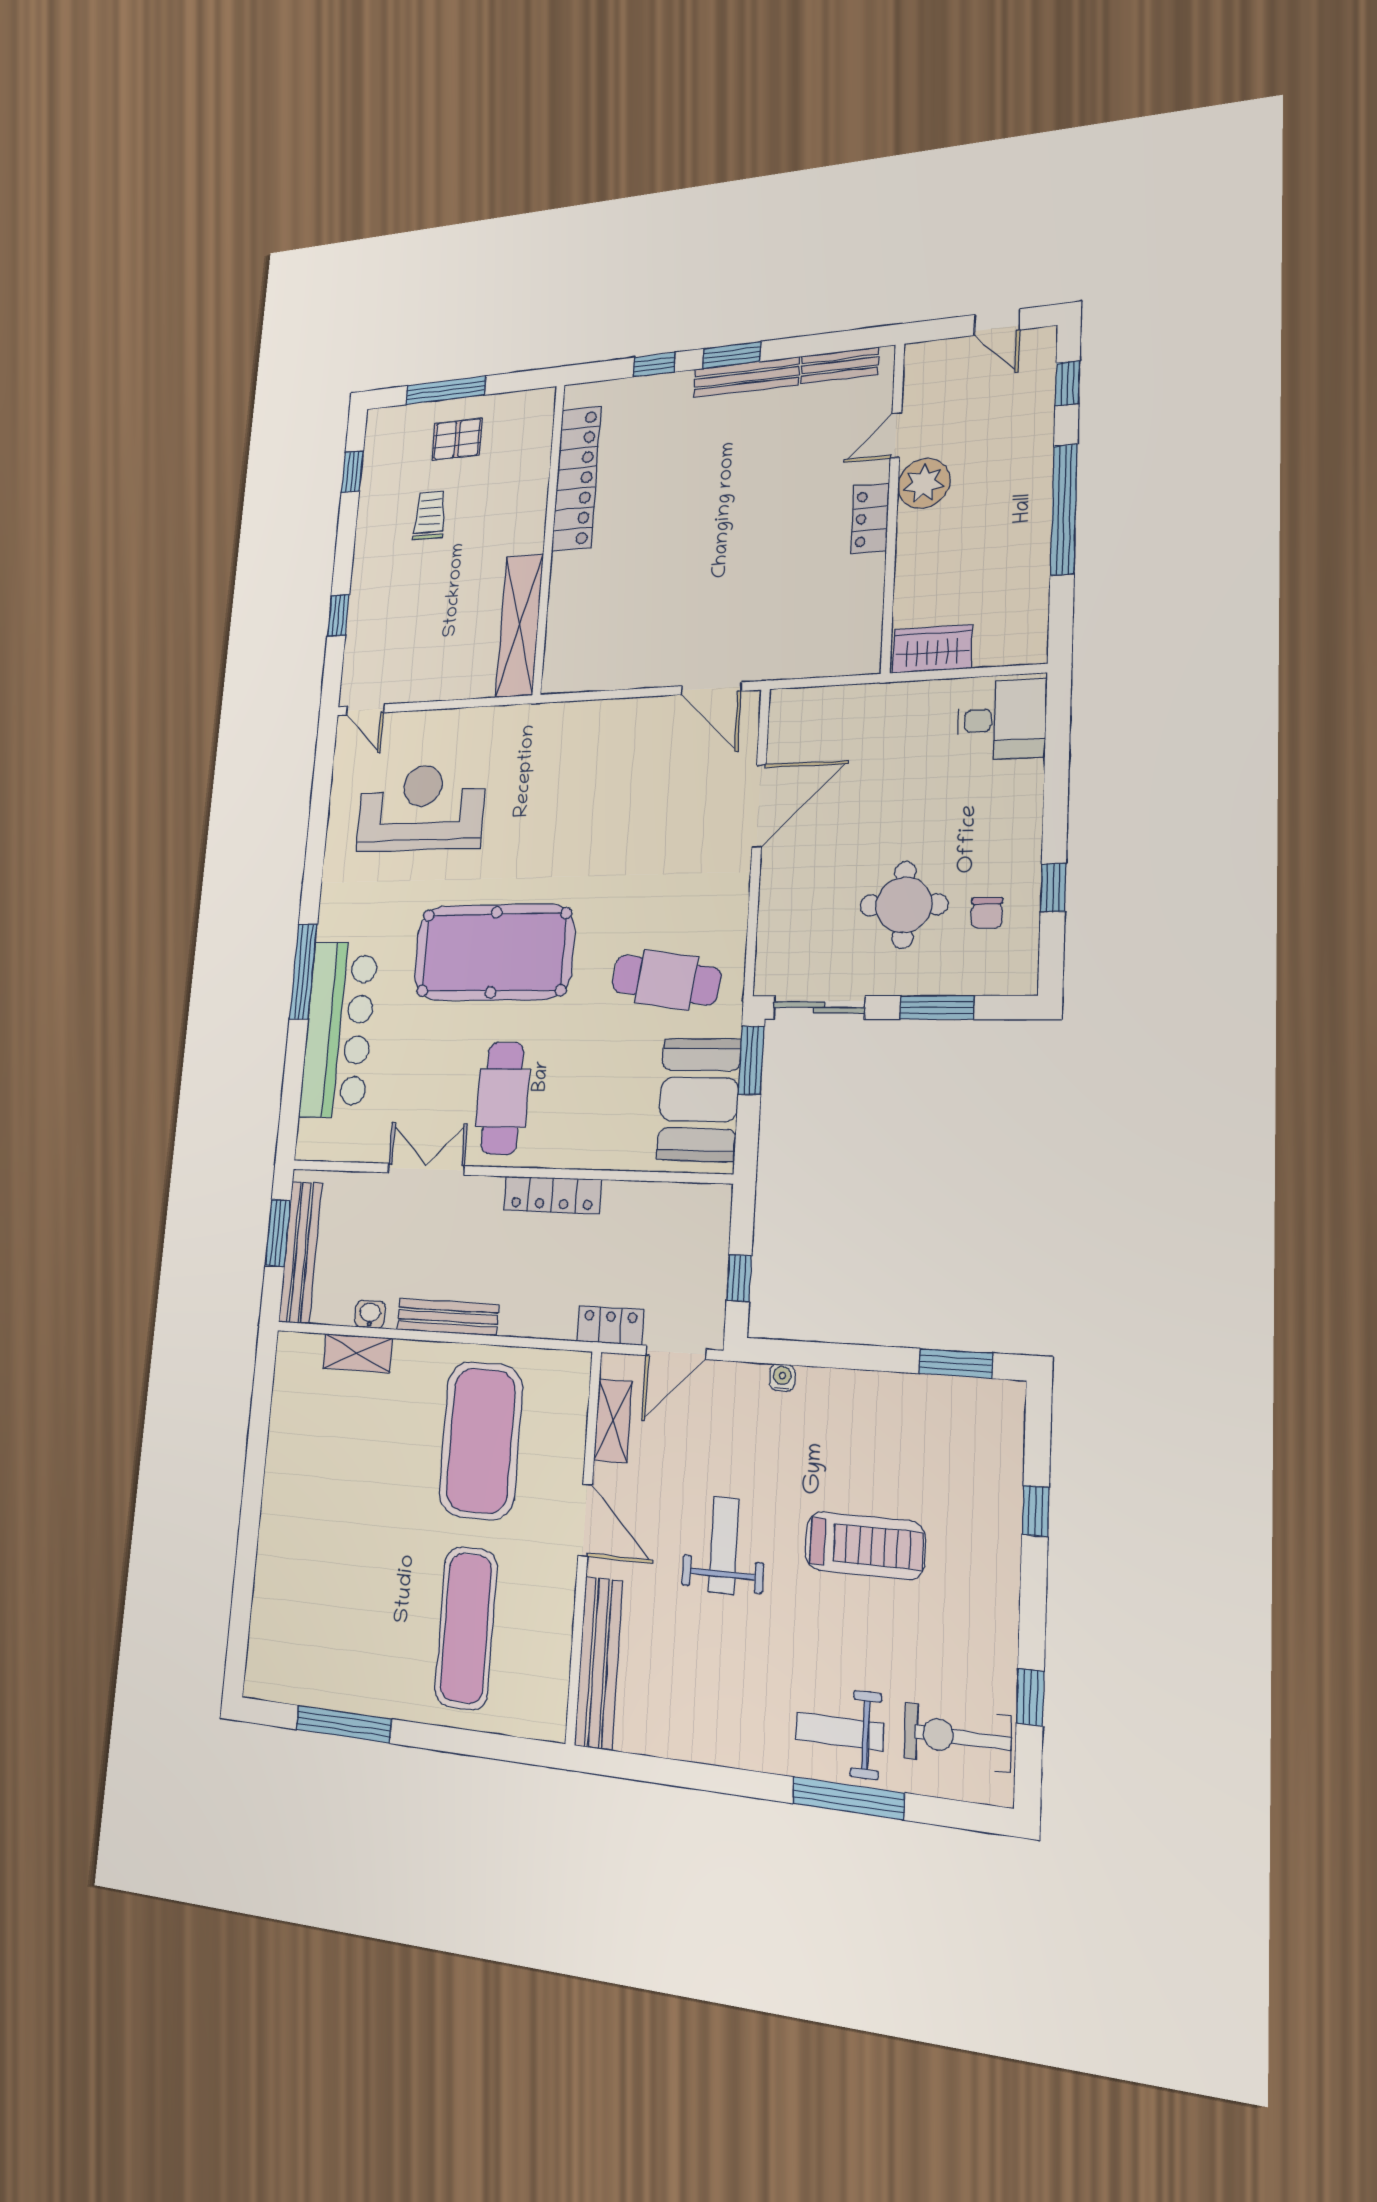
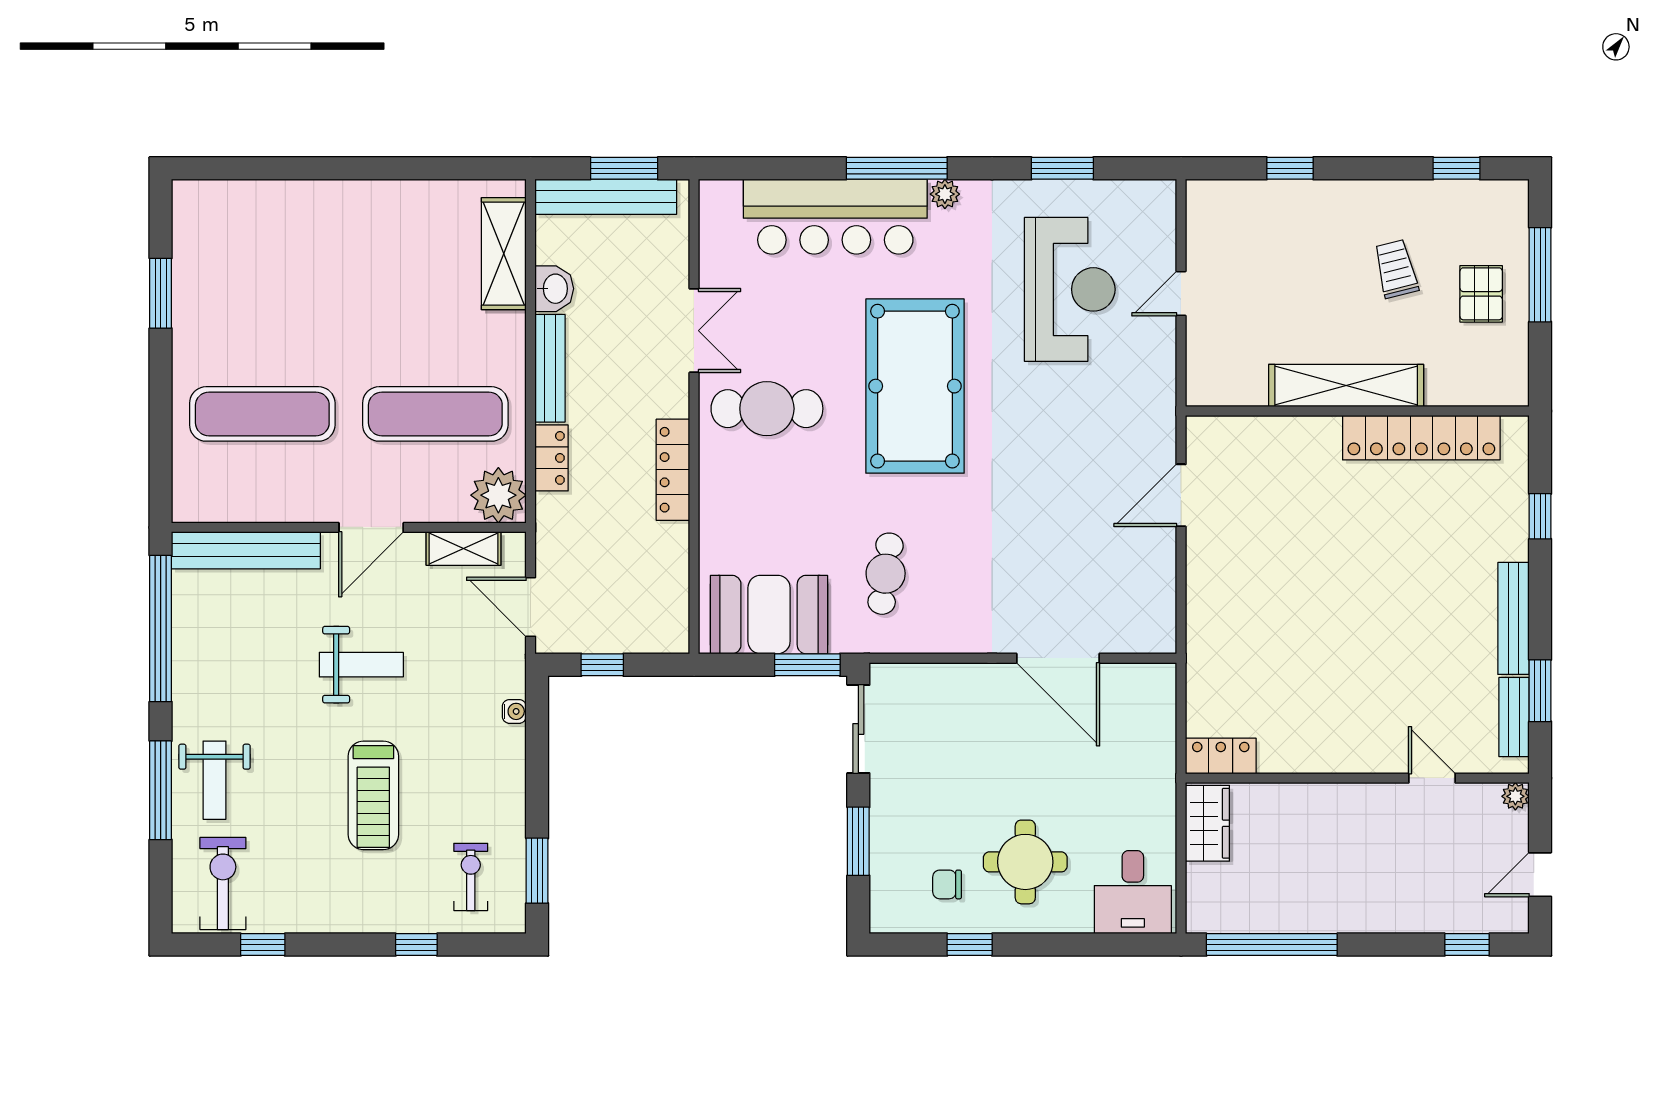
window: (732, 355) -> (1540, 691), moved
plant: (924, 483) -> (1515, 796), moved, width x0.53, depth x0.53
window: (1064, 510) -> (1272, 945), moved
trolley: (430, 515) -> (1396, 269), turned -104
locker: (870, 519) -> (1221, 756), moved
shelving: (519, 625) -> (1346, 386), moved
door: (711, 688) -> (1181, 495), moved
door: (365, 710) -> (1181, 293), moved
window: (318, 819) -> (1062, 168), added
round table: (904, 905) -> (1025, 862), moved
plant: (329, 926) -> (945, 194), added
cafe table: (666, 980) -> (886, 574), width x0.73, depth x0.74
washbasin: (370, 1314) -> (554, 289), width x1.38, depth x1.45
locker: (610, 1325) -> (552, 458), moved
shelving: (357, 1353) -> (504, 254), width x1.50, depth x1.33
plant: (563, 1379) -> (498, 495), added
exercise mat: (481, 1440) -> (435, 414), width x0.68
exercise bike: (960, 1440) -> (471, 877), added
window: (344, 1724) -> (161, 293), width x0.69
weight bench: (840, 1731) -> (215, 780), turned 180
window: (673, 1773) -> (161, 629), added

